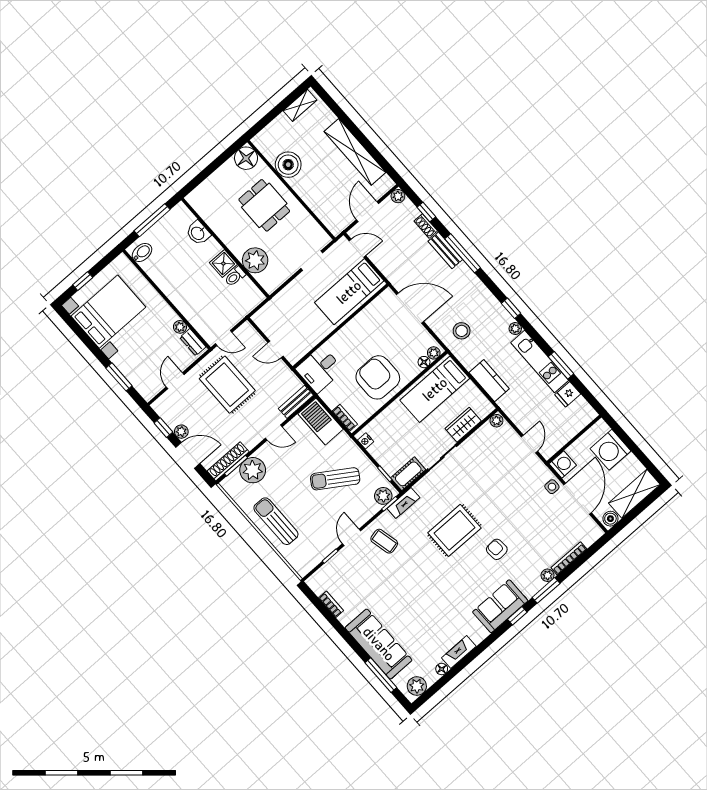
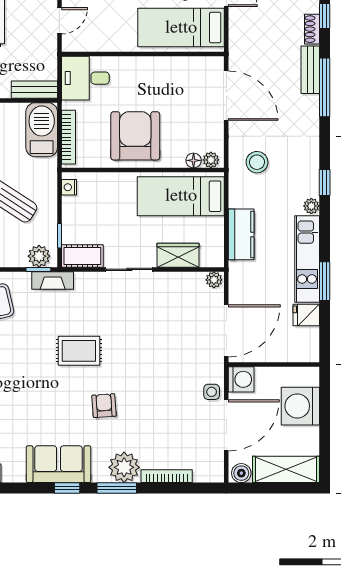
door: (275, 349) -> (59, 21), swing flipped
bookcase: (345, 418) -> (68, 137), width x1.56
door: (530, 444) -> (226, 331), width x1.88
rug: (454, 530) -> (79, 351), width x0.73, depth x0.70
plant: (548, 575) -> (124, 467), width x1.88, depth x1.88

